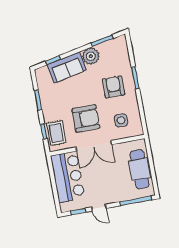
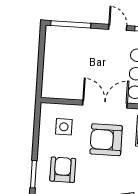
armchair: (114, 87) -> (63, 170), turned 180
cafe table: (140, 169) -> (56, 62), removed

